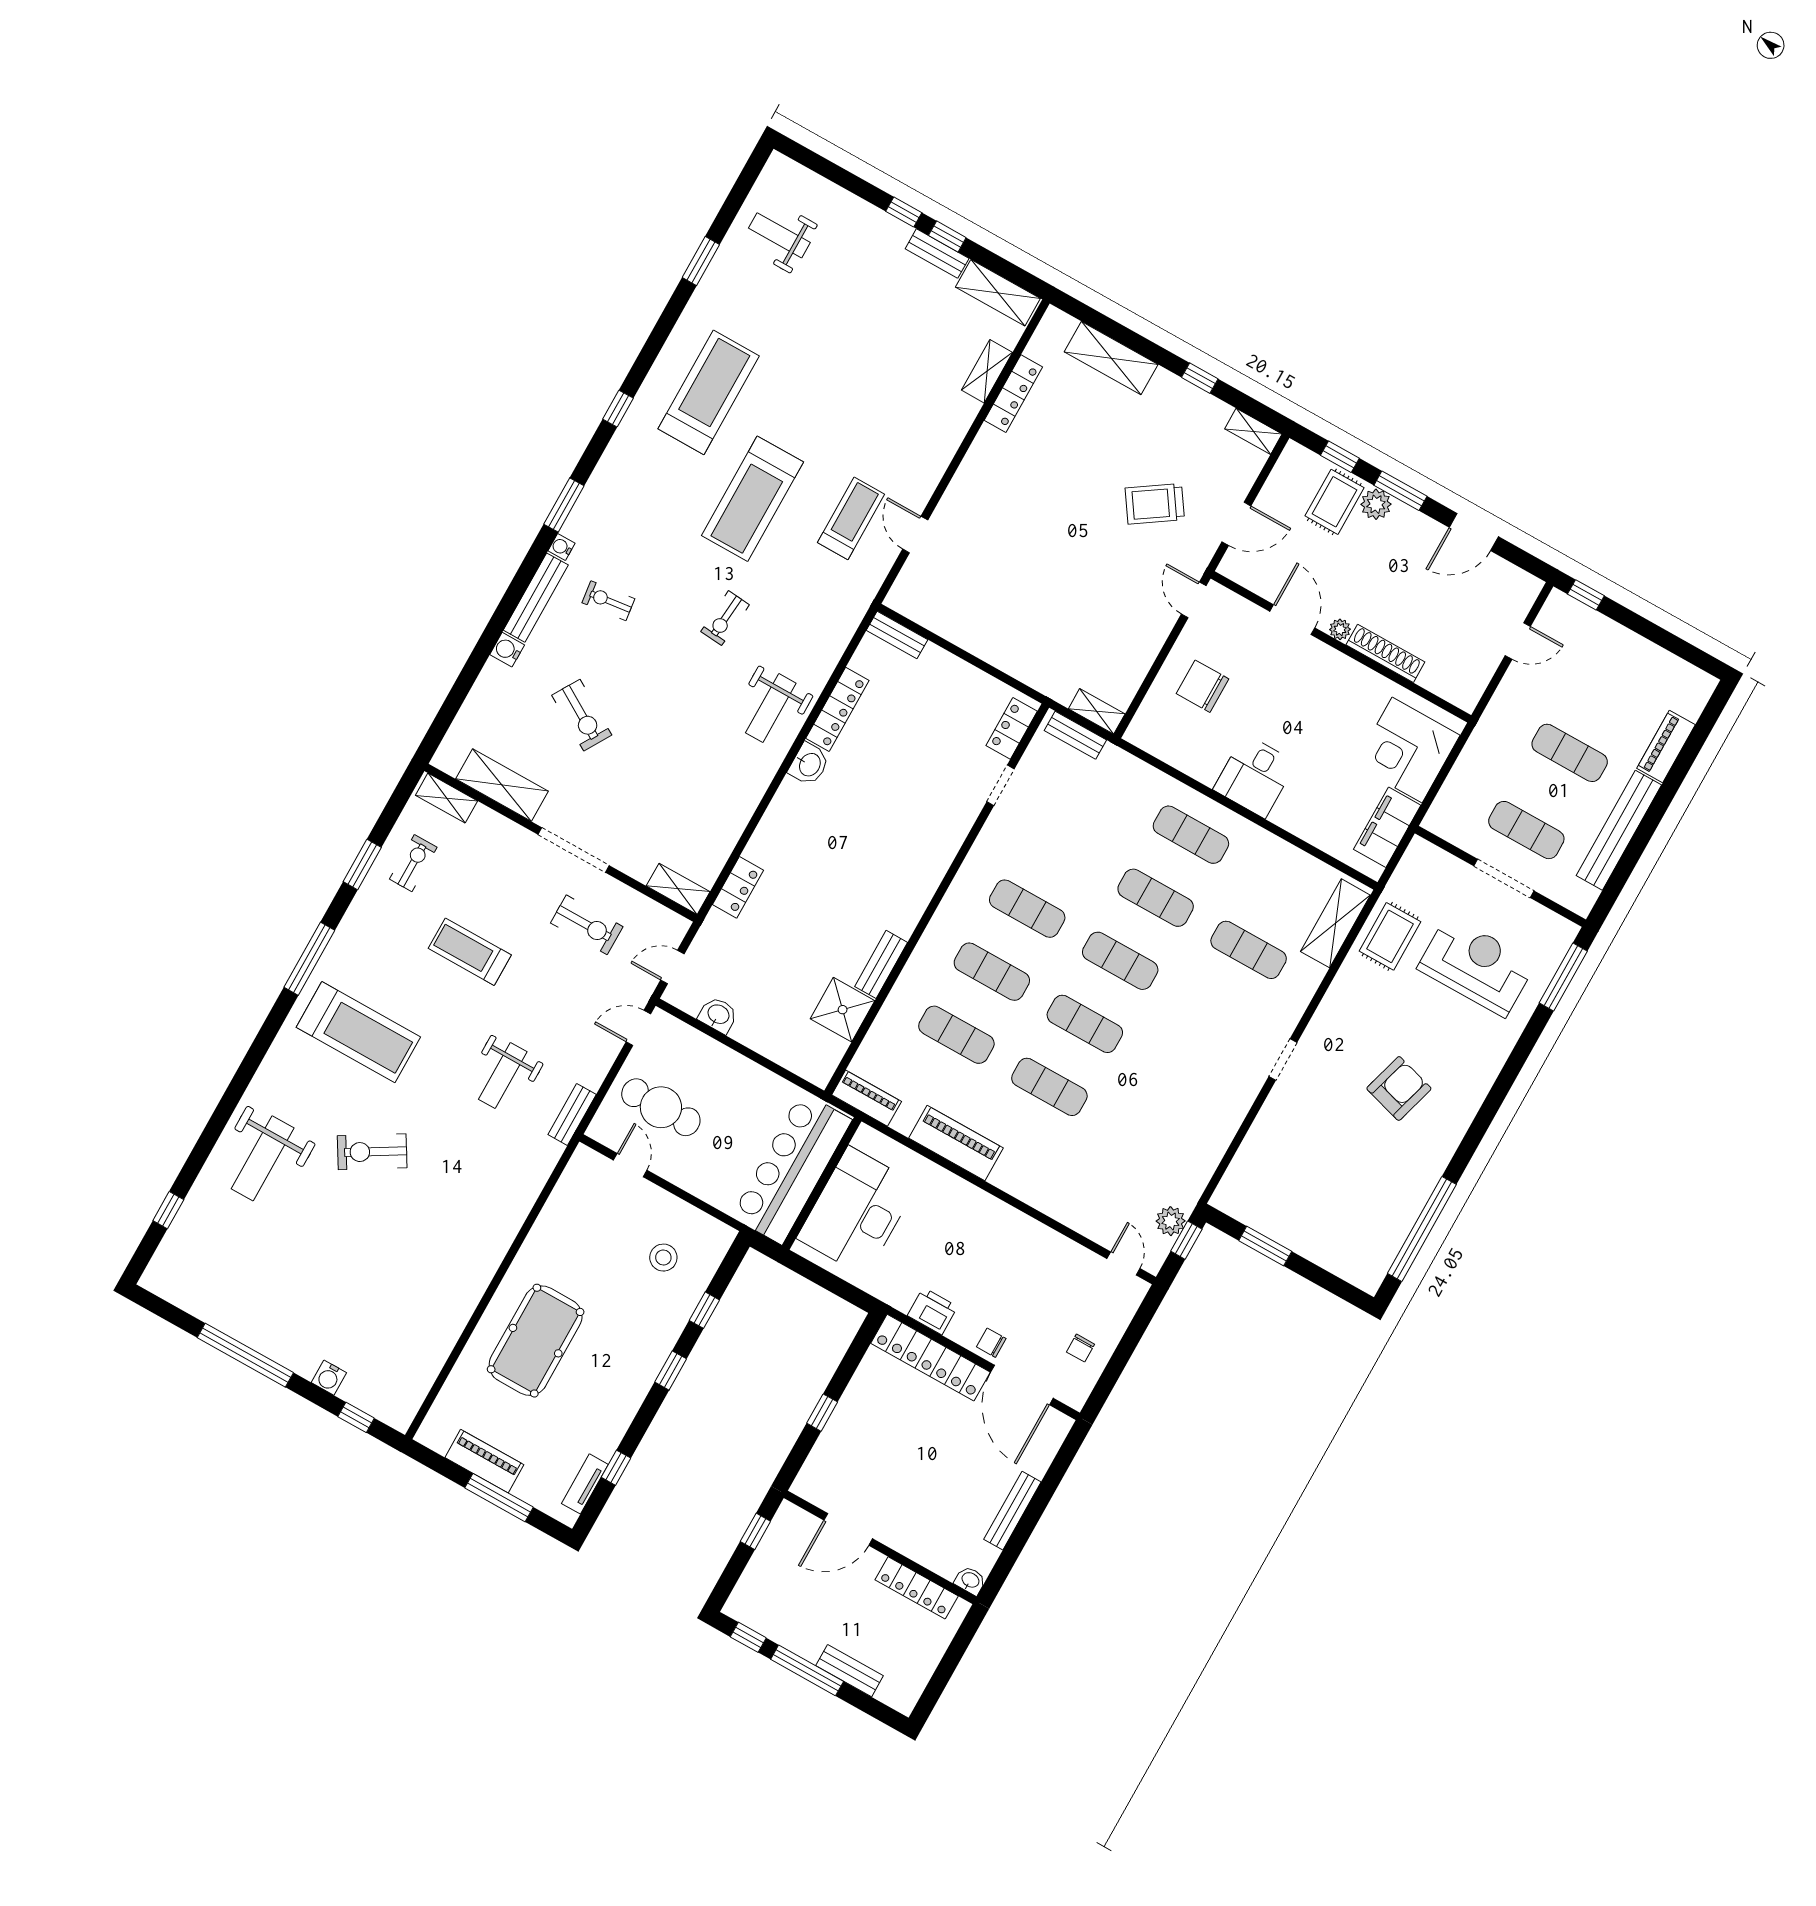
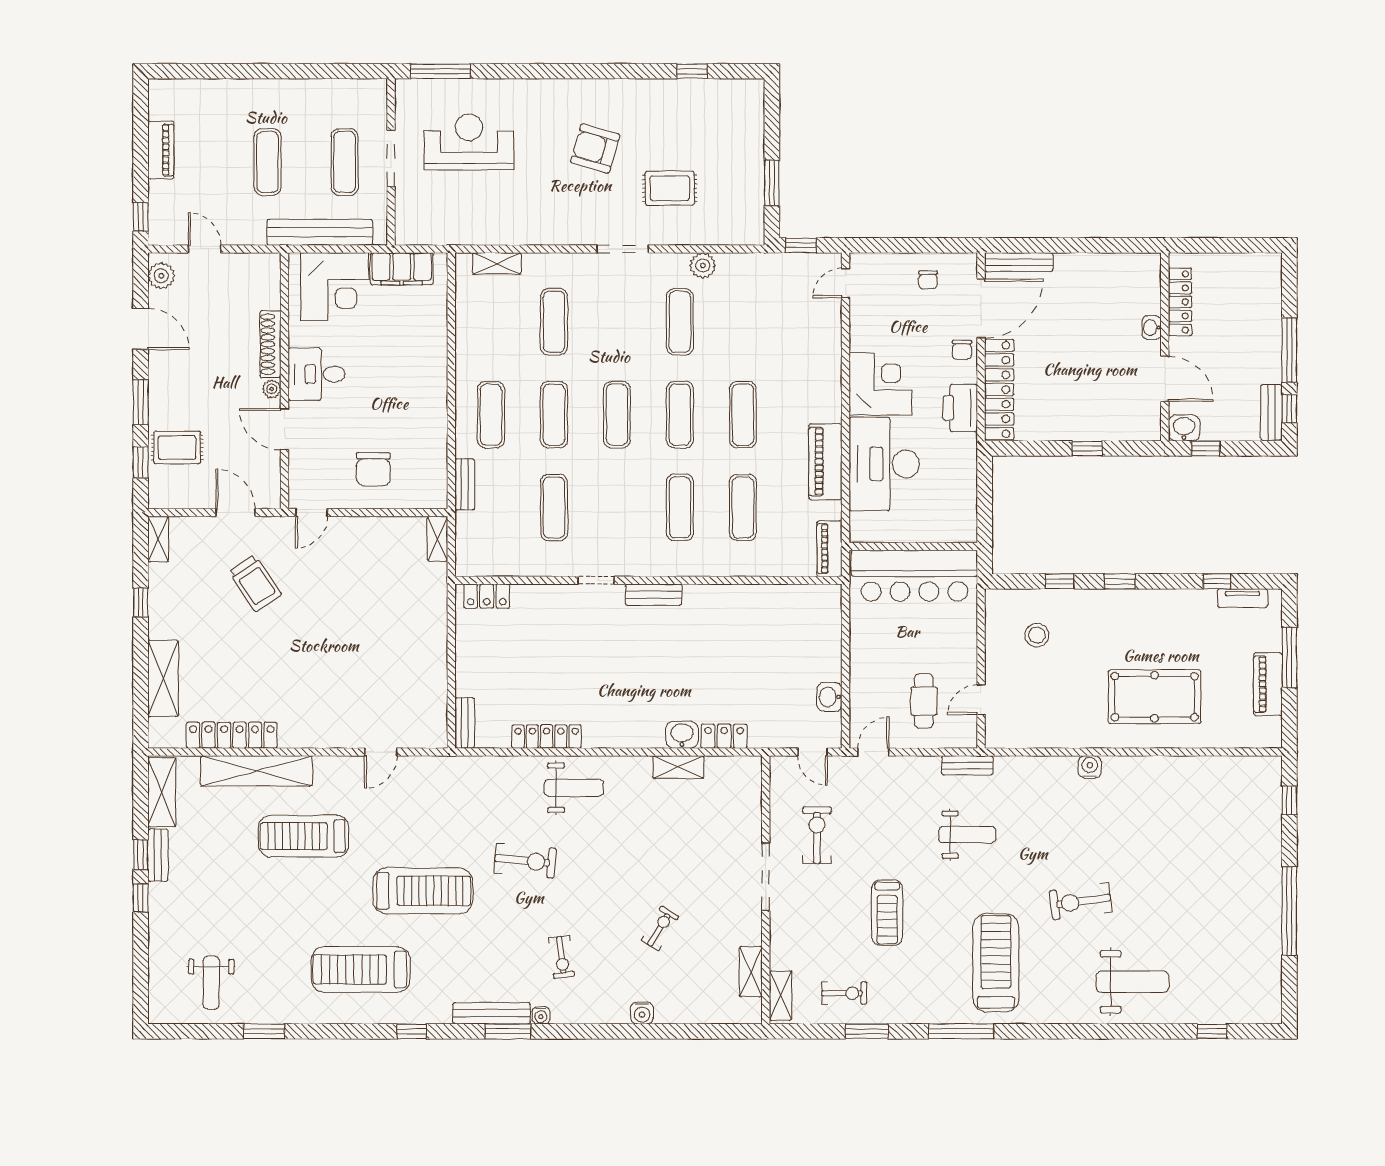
shelving: (987, 371) -> (256, 771), width x2.20, depth x1.33
locker: (1013, 394) -> (232, 735), width x1.41, depth x1.21
plant: (1376, 504) -> (161, 276), moved
treadmill: (851, 518) -> (304, 836), moved, width x1.37, depth x1.38
bench: (536, 598) -> (492, 1013), moved
exercise bike: (725, 618) -> (525, 861), width x1.38, depth x1.39
door: (1292, 620) -> (284, 429), hinge flipped
exercise bike: (582, 715) -> (660, 928), width x0.73, depth x0.72
bench: (1075, 735) -> (465, 484), moved
piano: (1666, 747) -> (161, 150), moved, turned -90
washbasin: (809, 764) -> (682, 735), moved
desk: (1255, 776) -> (316, 374), moved, turned 180
shelving: (502, 785) -> (751, 972), width x0.67, depth x0.75
doorway: (1001, 785) -> (596, 580), moved
bench: (1619, 830) -> (320, 232), moved
exercise bike: (413, 863) -> (844, 993), turned 180
shelving: (678, 889) -> (678, 767), moved, turned 90
exercise mat: (1027, 909) -> (554, 507), moved
shelving: (1335, 923) -> (497, 264), width x0.67, depth x0.75
rug: (1390, 936) -> (670, 188), moved
bench: (881, 964) -> (654, 595), moved
reception desk: (1477, 966) -> (469, 142), turned 90
shower: (843, 1010) -> (772, 605), removed
door: (638, 1028) -> (873, 752), swing flipped
doorway: (1283, 1059) -> (623, 249), width x1.38
exercise mat: (1178, 1076) -> (680, 322), added
cafe table: (661, 1107) -> (924, 701), width x0.73, depth x0.74
exercise bike: (372, 1152) -> (1081, 901), turned 113
desk: (857, 1211) -> (884, 464), moved, turned 90
plant: (1171, 1221) -> (703, 265), moved
window: (1422, 1229) -> (692, 71), width x0.32
corner desk: (1003, 1242) -> (880, 384), added
printer: (932, 1311) -> (960, 408), width x1.37, depth x1.19
chair: (1081, 1348) -> (928, 280), turned 90
water cooler: (329, 1378) -> (1090, 767), moved, turned -90
bench: (1012, 1511) -> (1019, 262), moved
washbasin: (788, 1521) -> (1184, 428), added
washbasin: (970, 1581) -> (1152, 328), moved
bench: (850, 1671) -> (1271, 412), moved

